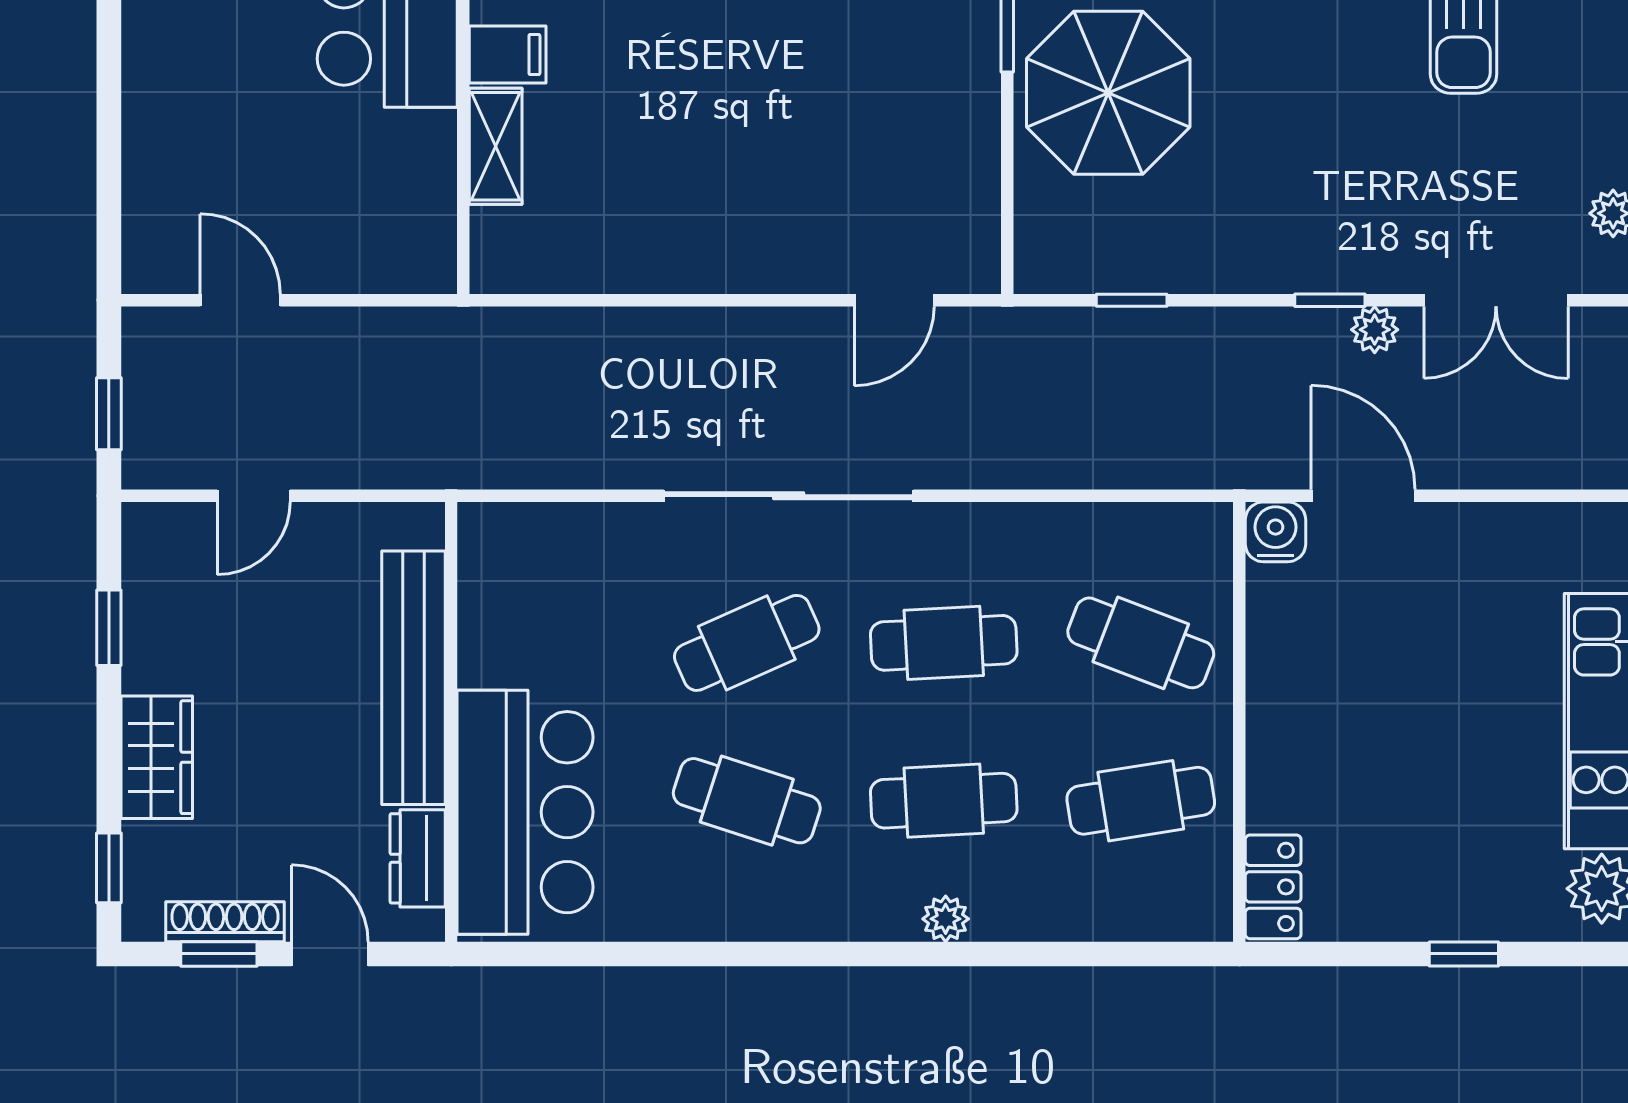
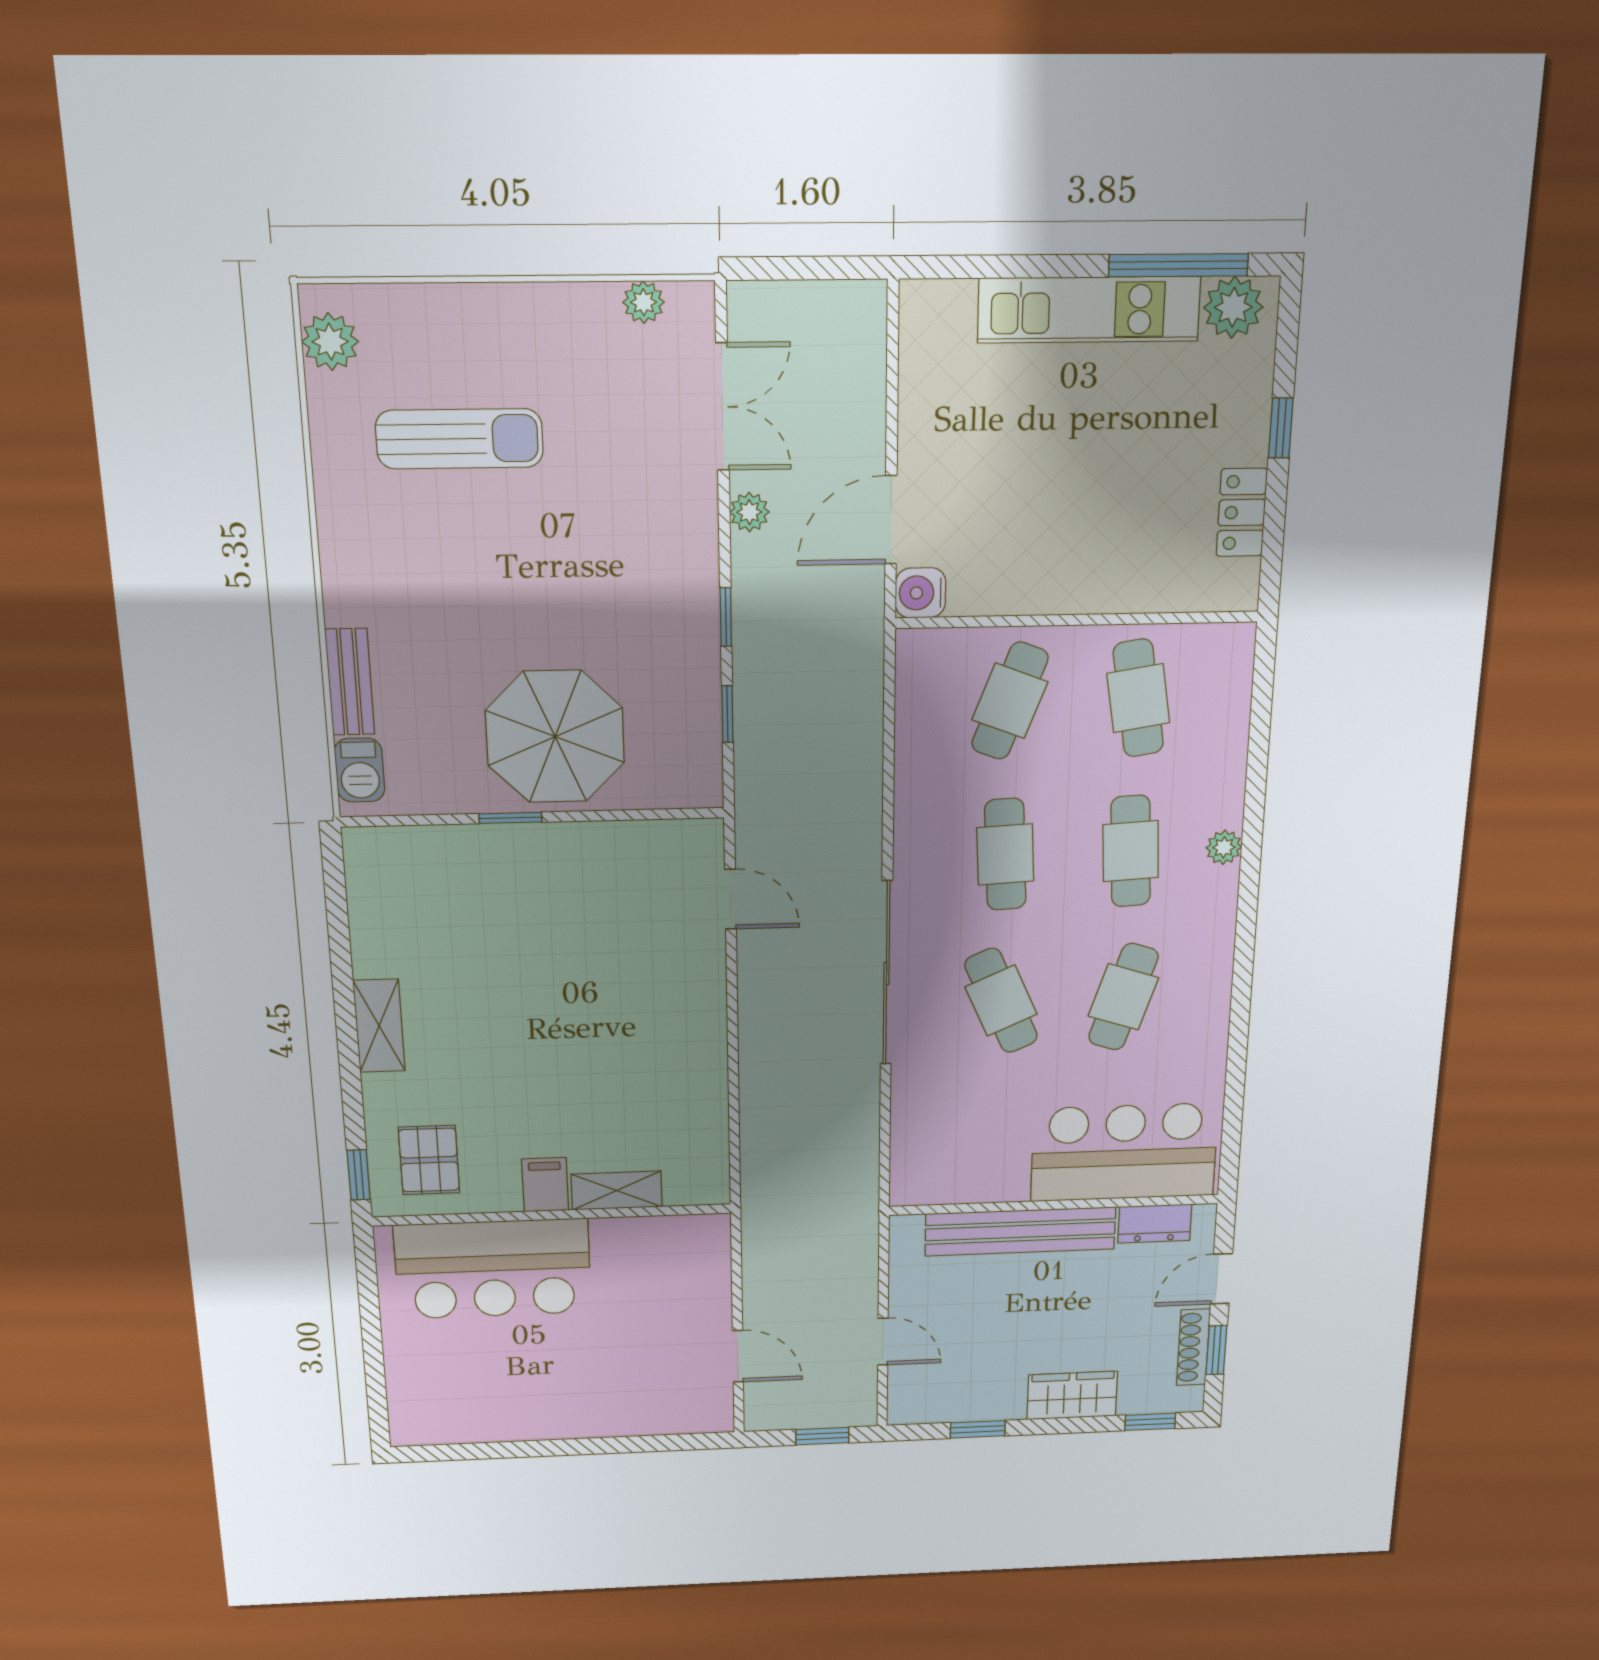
door: (240, 300) -> (738, 1356), swing flipped
window: (1330, 300) -> (726, 617), moved
locker: (1273, 887) -> (1242, 512), moved, turned -90

